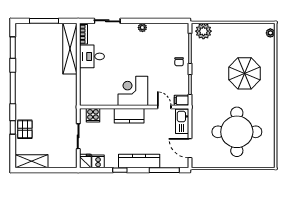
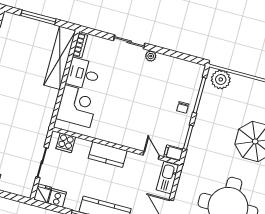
sliding door: (107, 21) -> (129, 42), moved
corner desk: (133, 91) -> (77, 106), moved, turned 90

